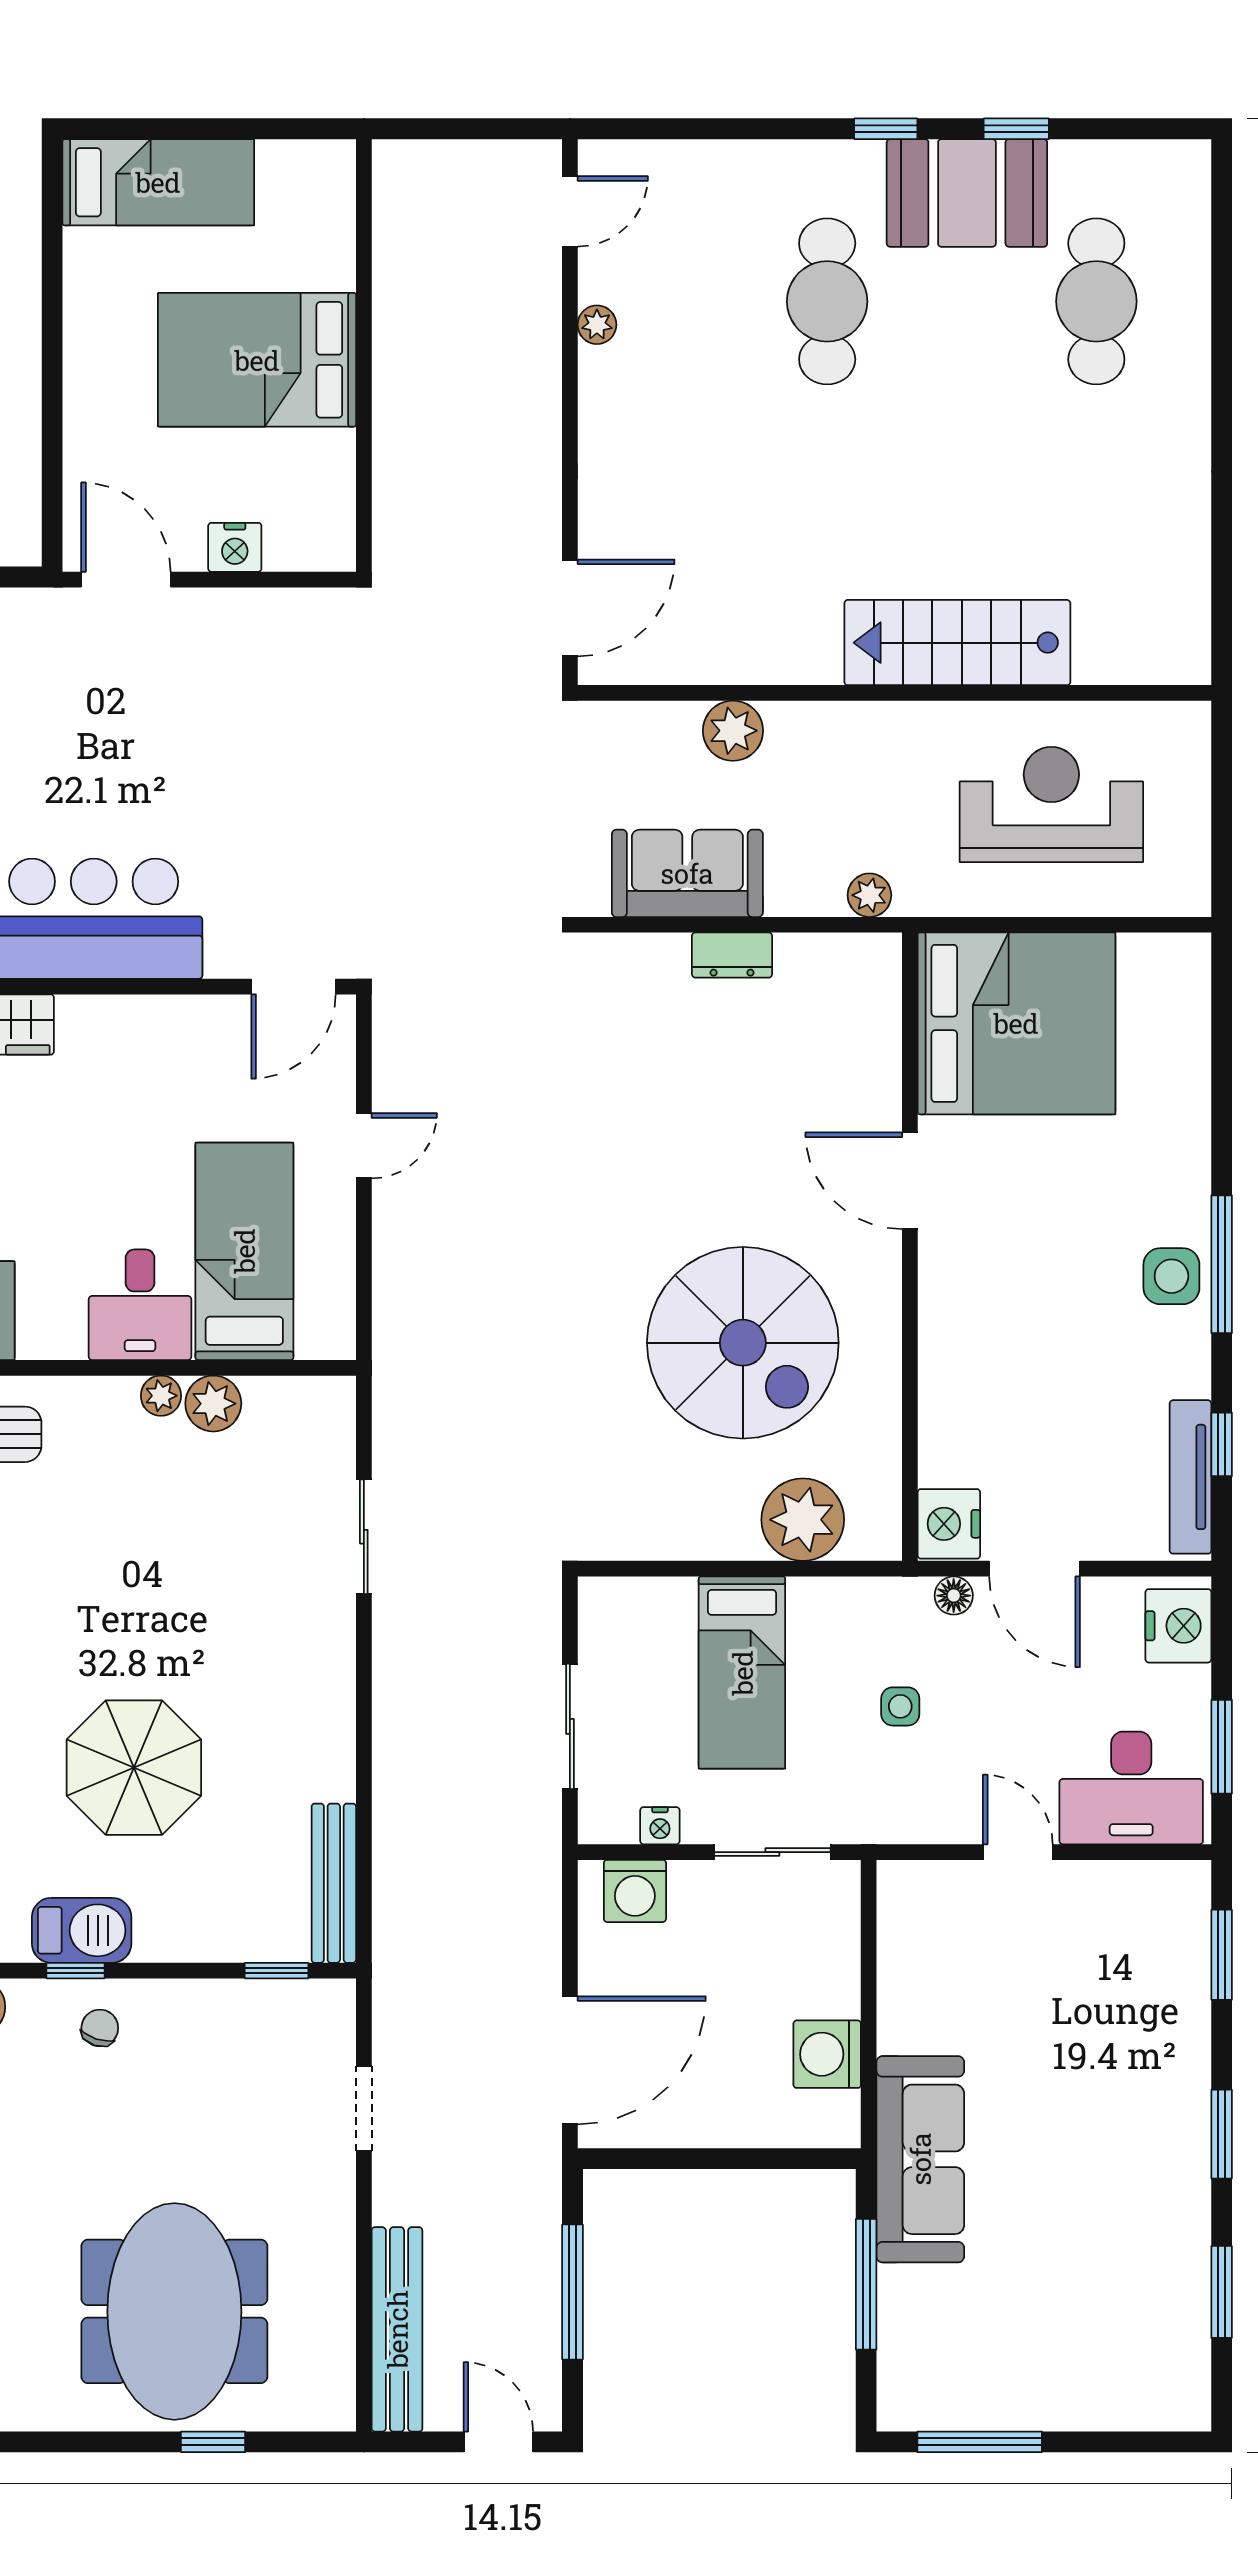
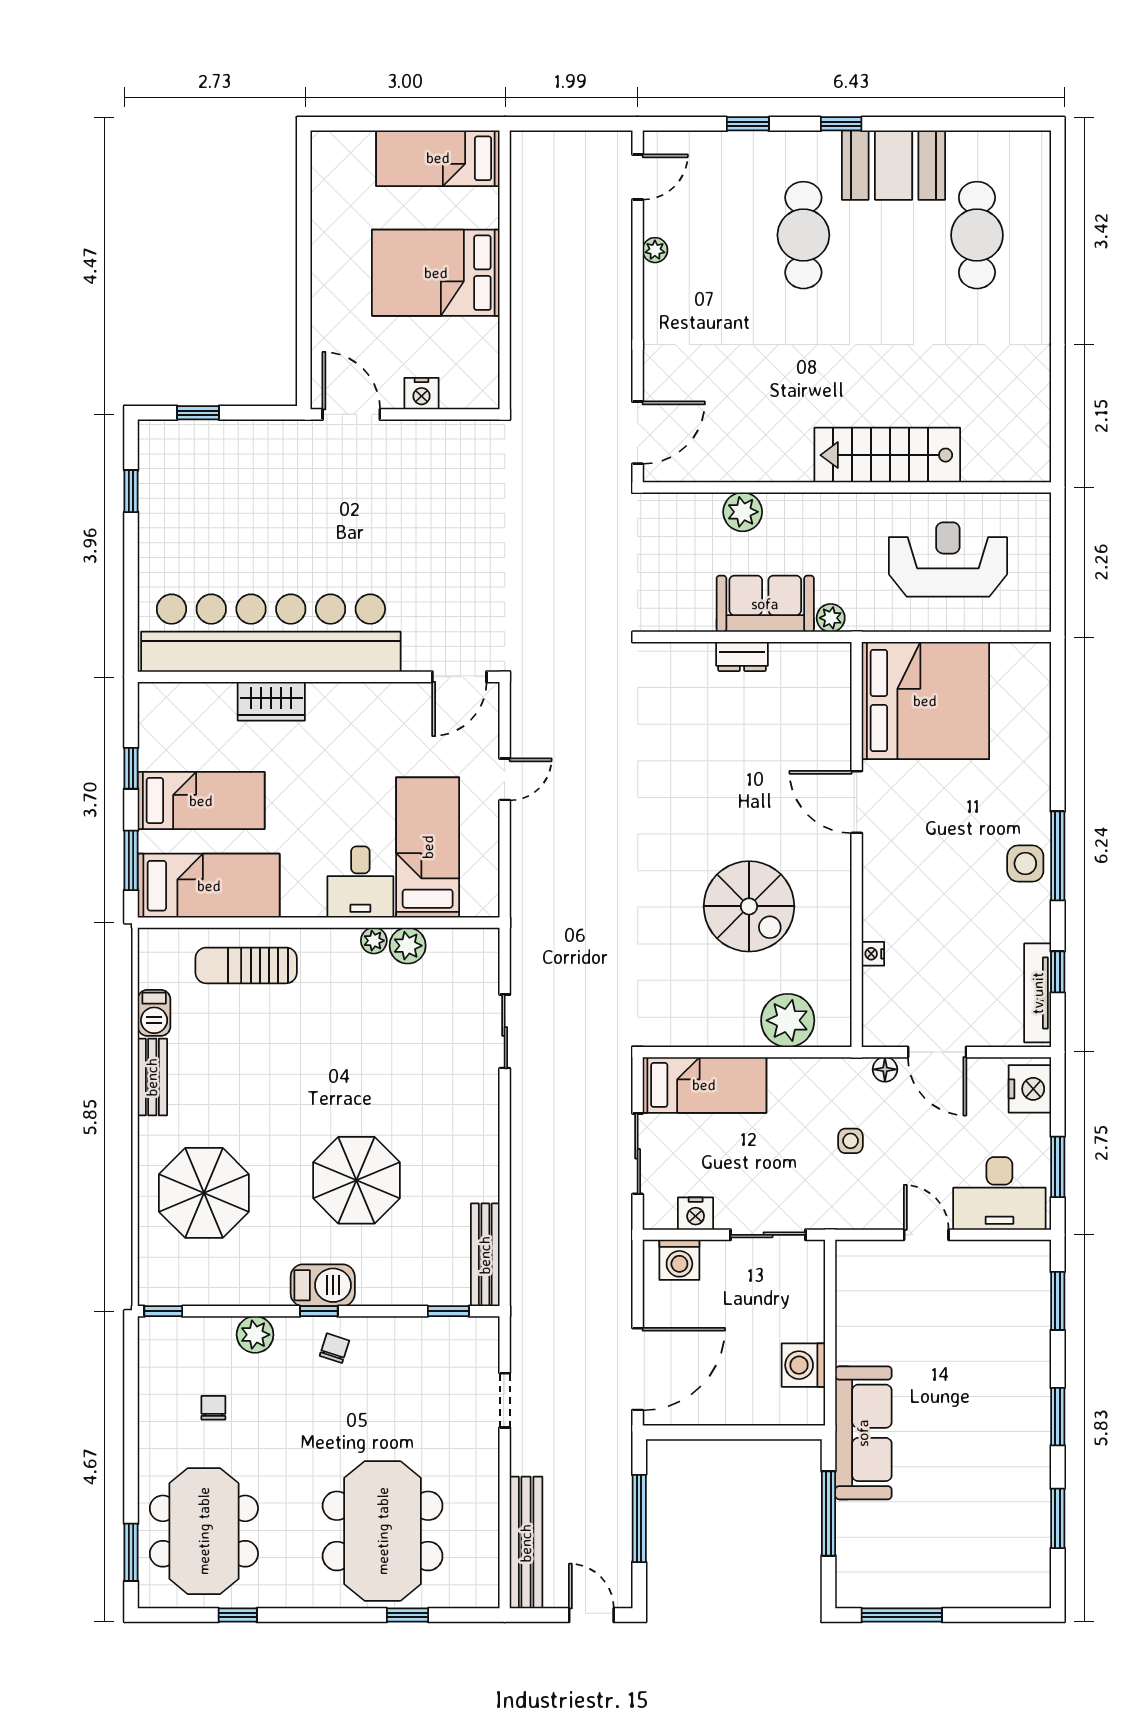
window: (1016, 129) -> (748, 124), moved
bed: (158, 182) -> (438, 158), moved, turned 180
sofa: (687, 873) -> (765, 604), moved
spiral stairs: (743, 1343) -> (749, 906), width x0.73, depth x0.73
nightstand: (949, 1524) -> (873, 954), moved, width x0.53, depth x0.56
bed: (742, 1673) -> (704, 1085), moved, turned -90
nightstand: (660, 1826) -> (696, 1214), width x1.39, depth x1.35

